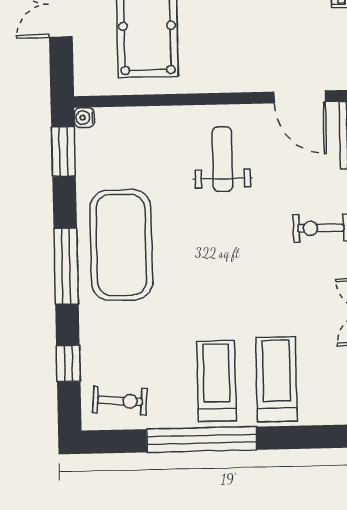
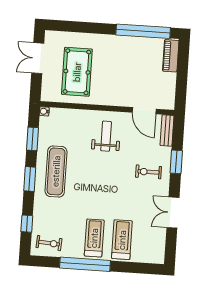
window: (63, 151) -> (32, 139), moved
exercise mat: (121, 245) -> (56, 171), width x0.68
window: (66, 266) -> (30, 179), width x0.69

